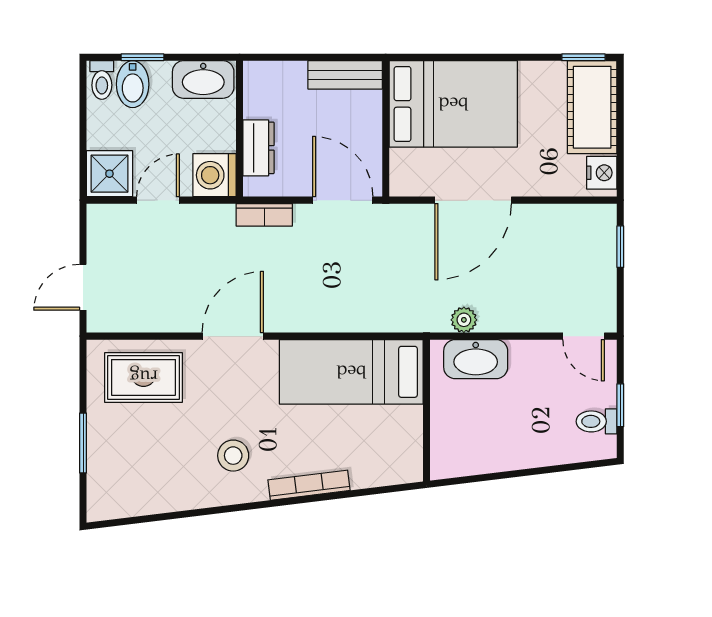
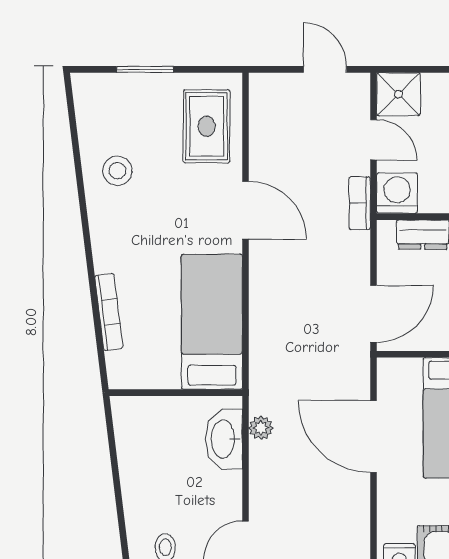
bookcase: (264, 215) -> (360, 203), moved
door: (83, 287) -> (325, 69), moved
stool: (233, 456) -> (117, 171), moved
bookcase: (309, 485) -> (109, 312), moved

